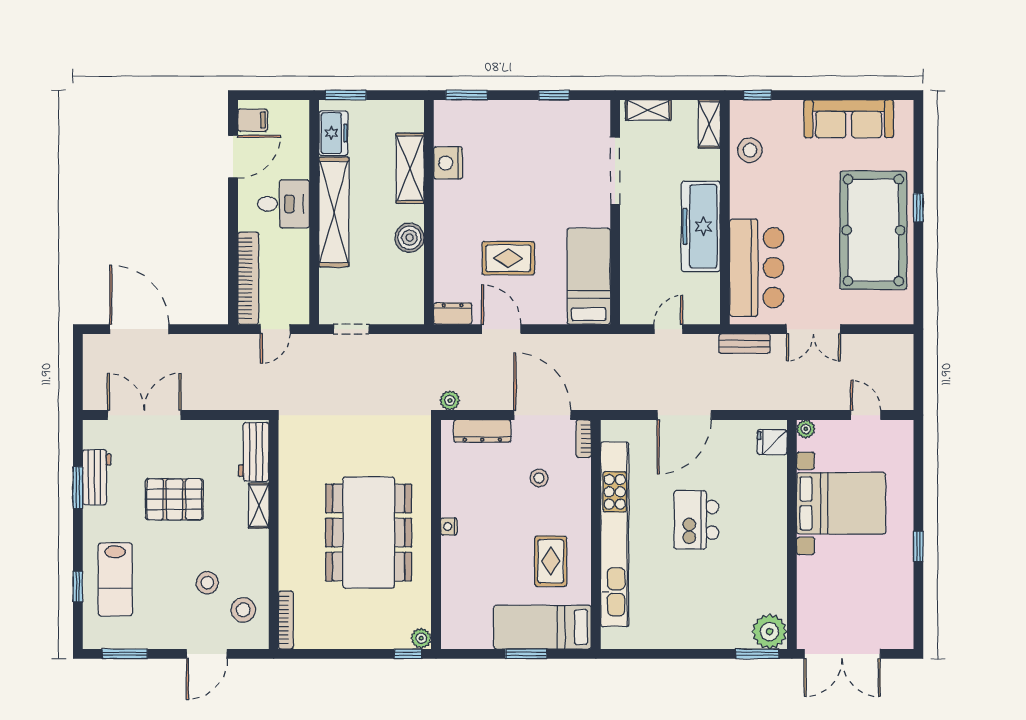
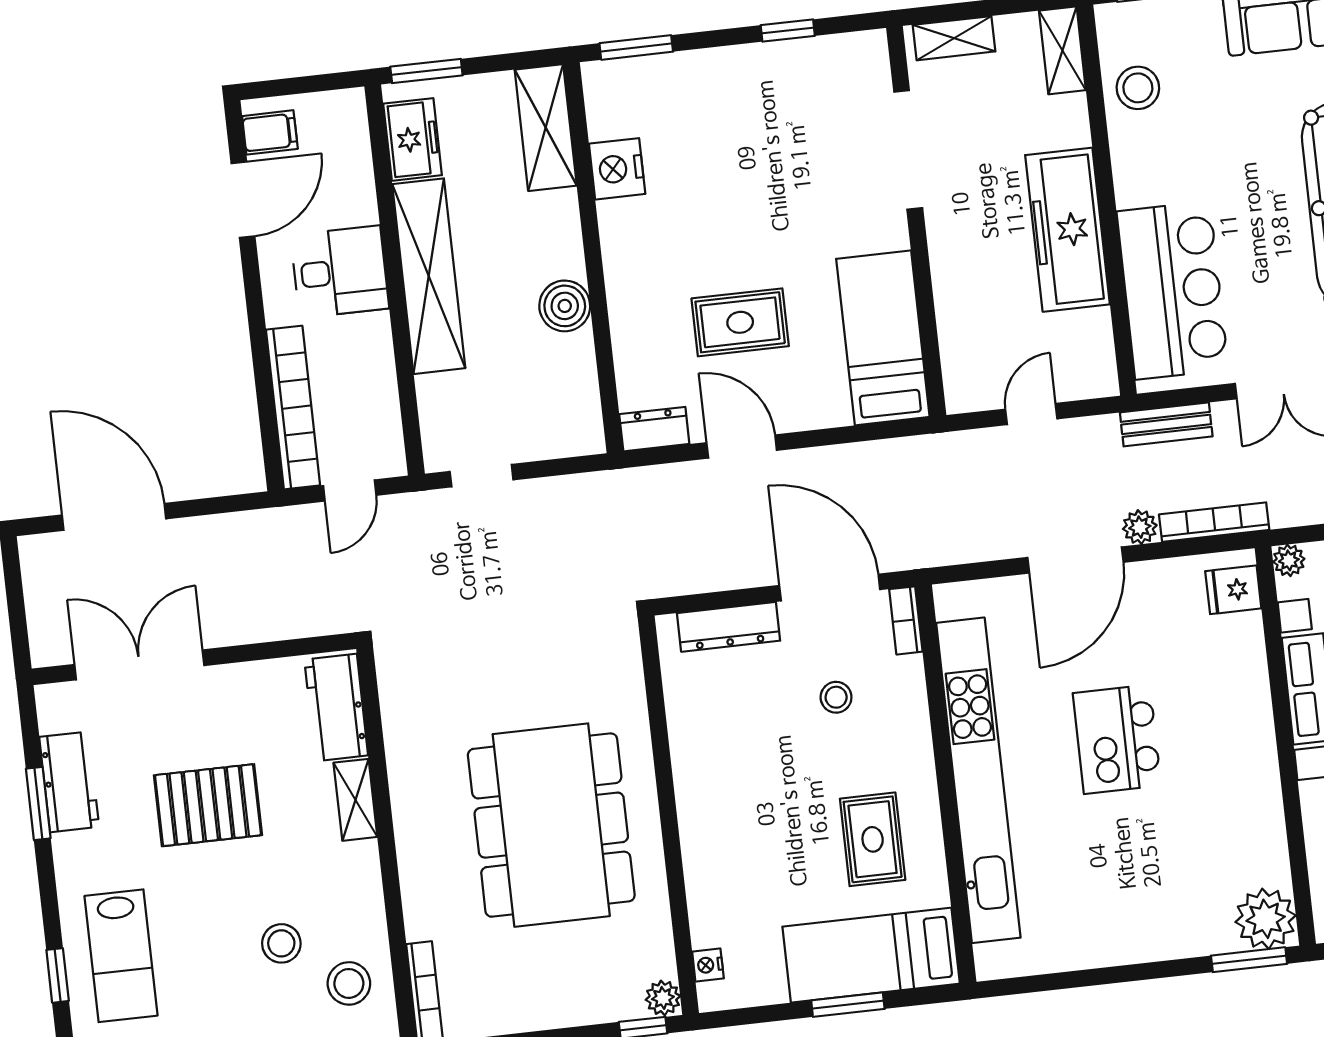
shelving: (410, 168) -> (546, 128), moved
plant: (450, 400) -> (1140, 527), moved
bookcase: (766, 402) -> (1214, 522), added
nightstand: (449, 526) -> (708, 965), moved

